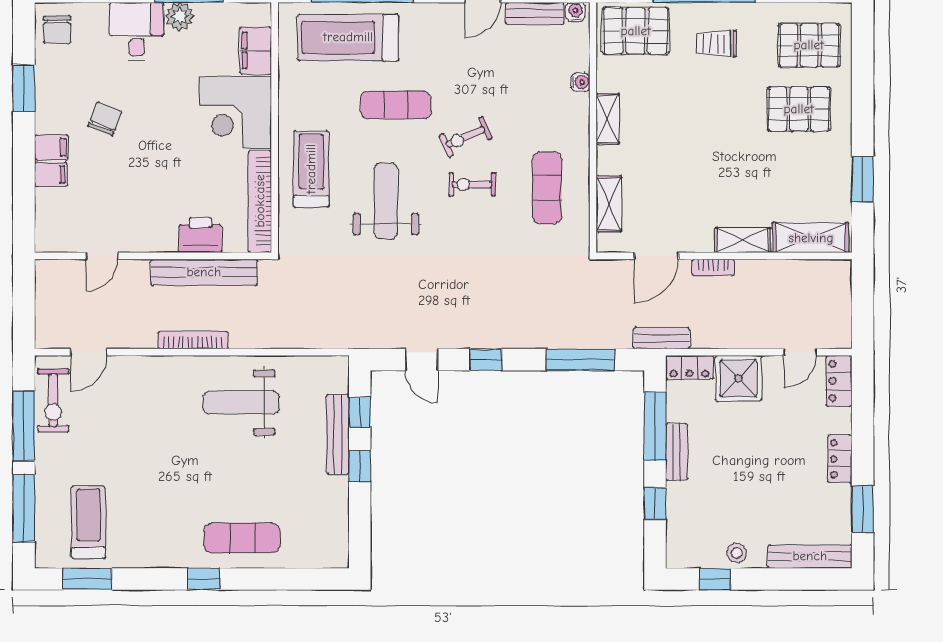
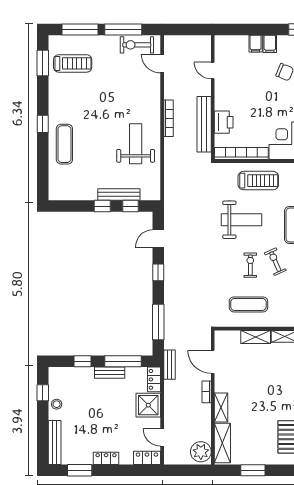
shelving: (609, 204) -> (256, 337), moved
plant: (827, 279) -> (201, 452), added

